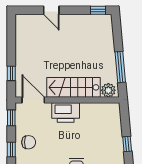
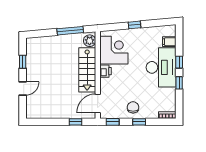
window: (98, 10) -> (23, 62), moved
printer: (66, 112) -> (105, 71), width x0.53, depth x0.68
corner desk: (97, 119) -> (114, 50), added

